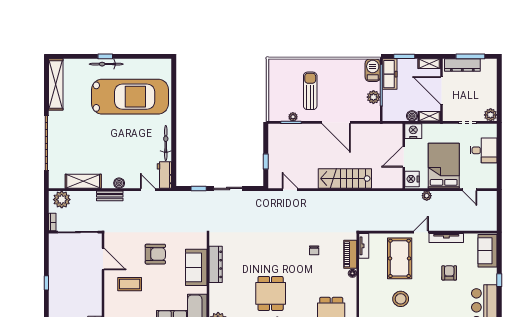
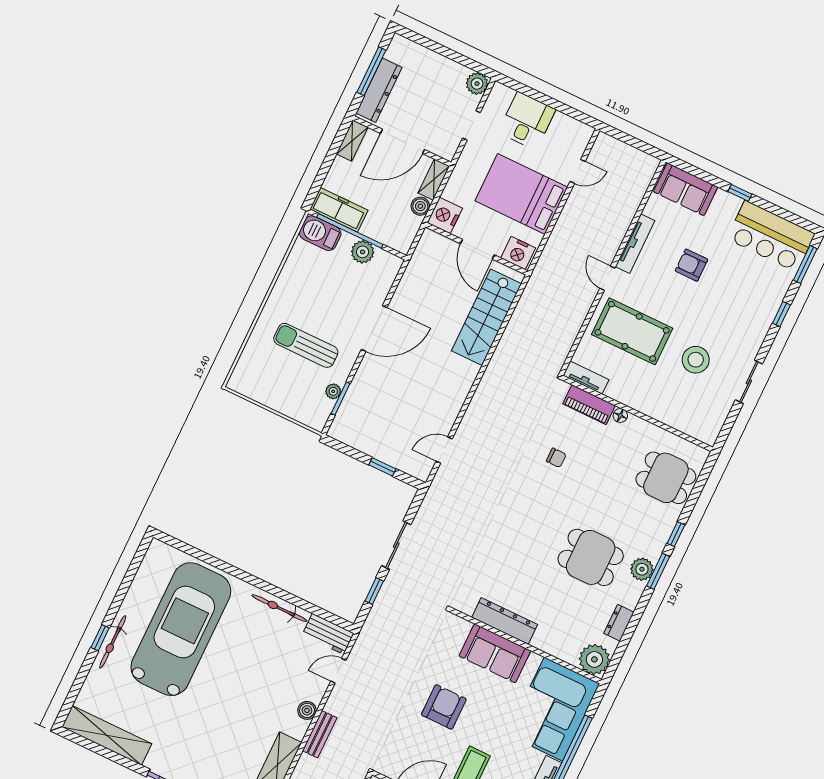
window: (404, 56) -> (322, 174), removed
stairs: (345, 178) -> (486, 317), moved
plant: (427, 196) -> (555, 243), removed

